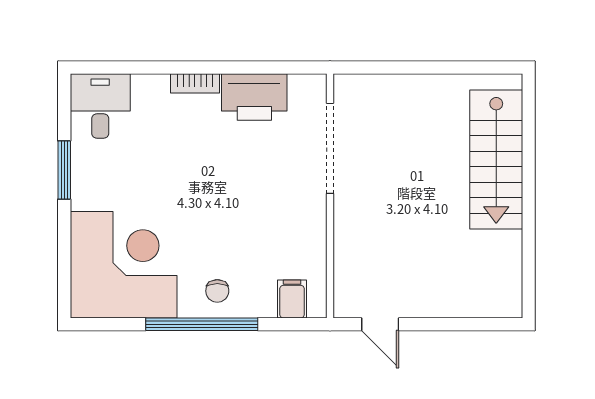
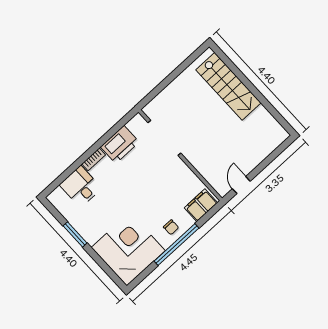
desk: (100, 106) -> (81, 186), moved
filing cabinet: (292, 299) -> (201, 205), width x2.00
door: (380, 324) -> (241, 185), swing flipped

